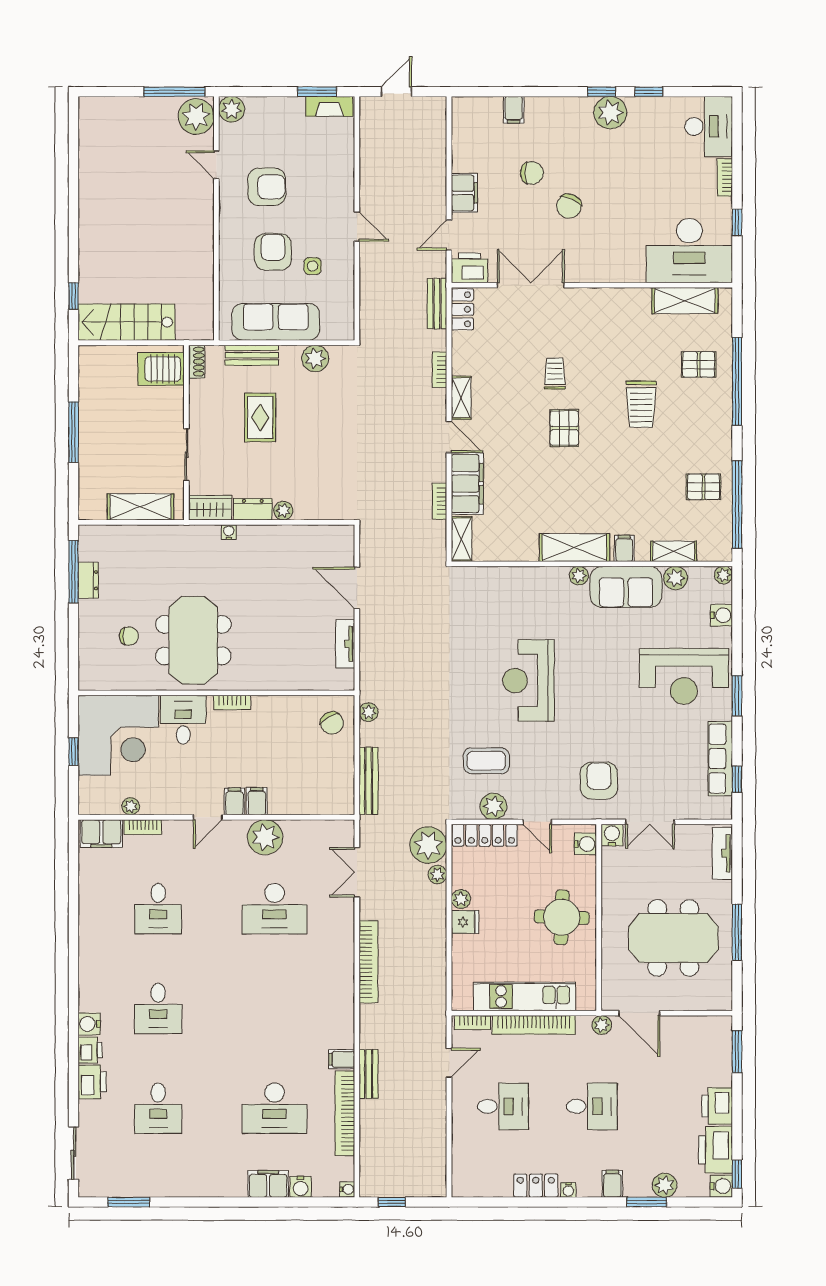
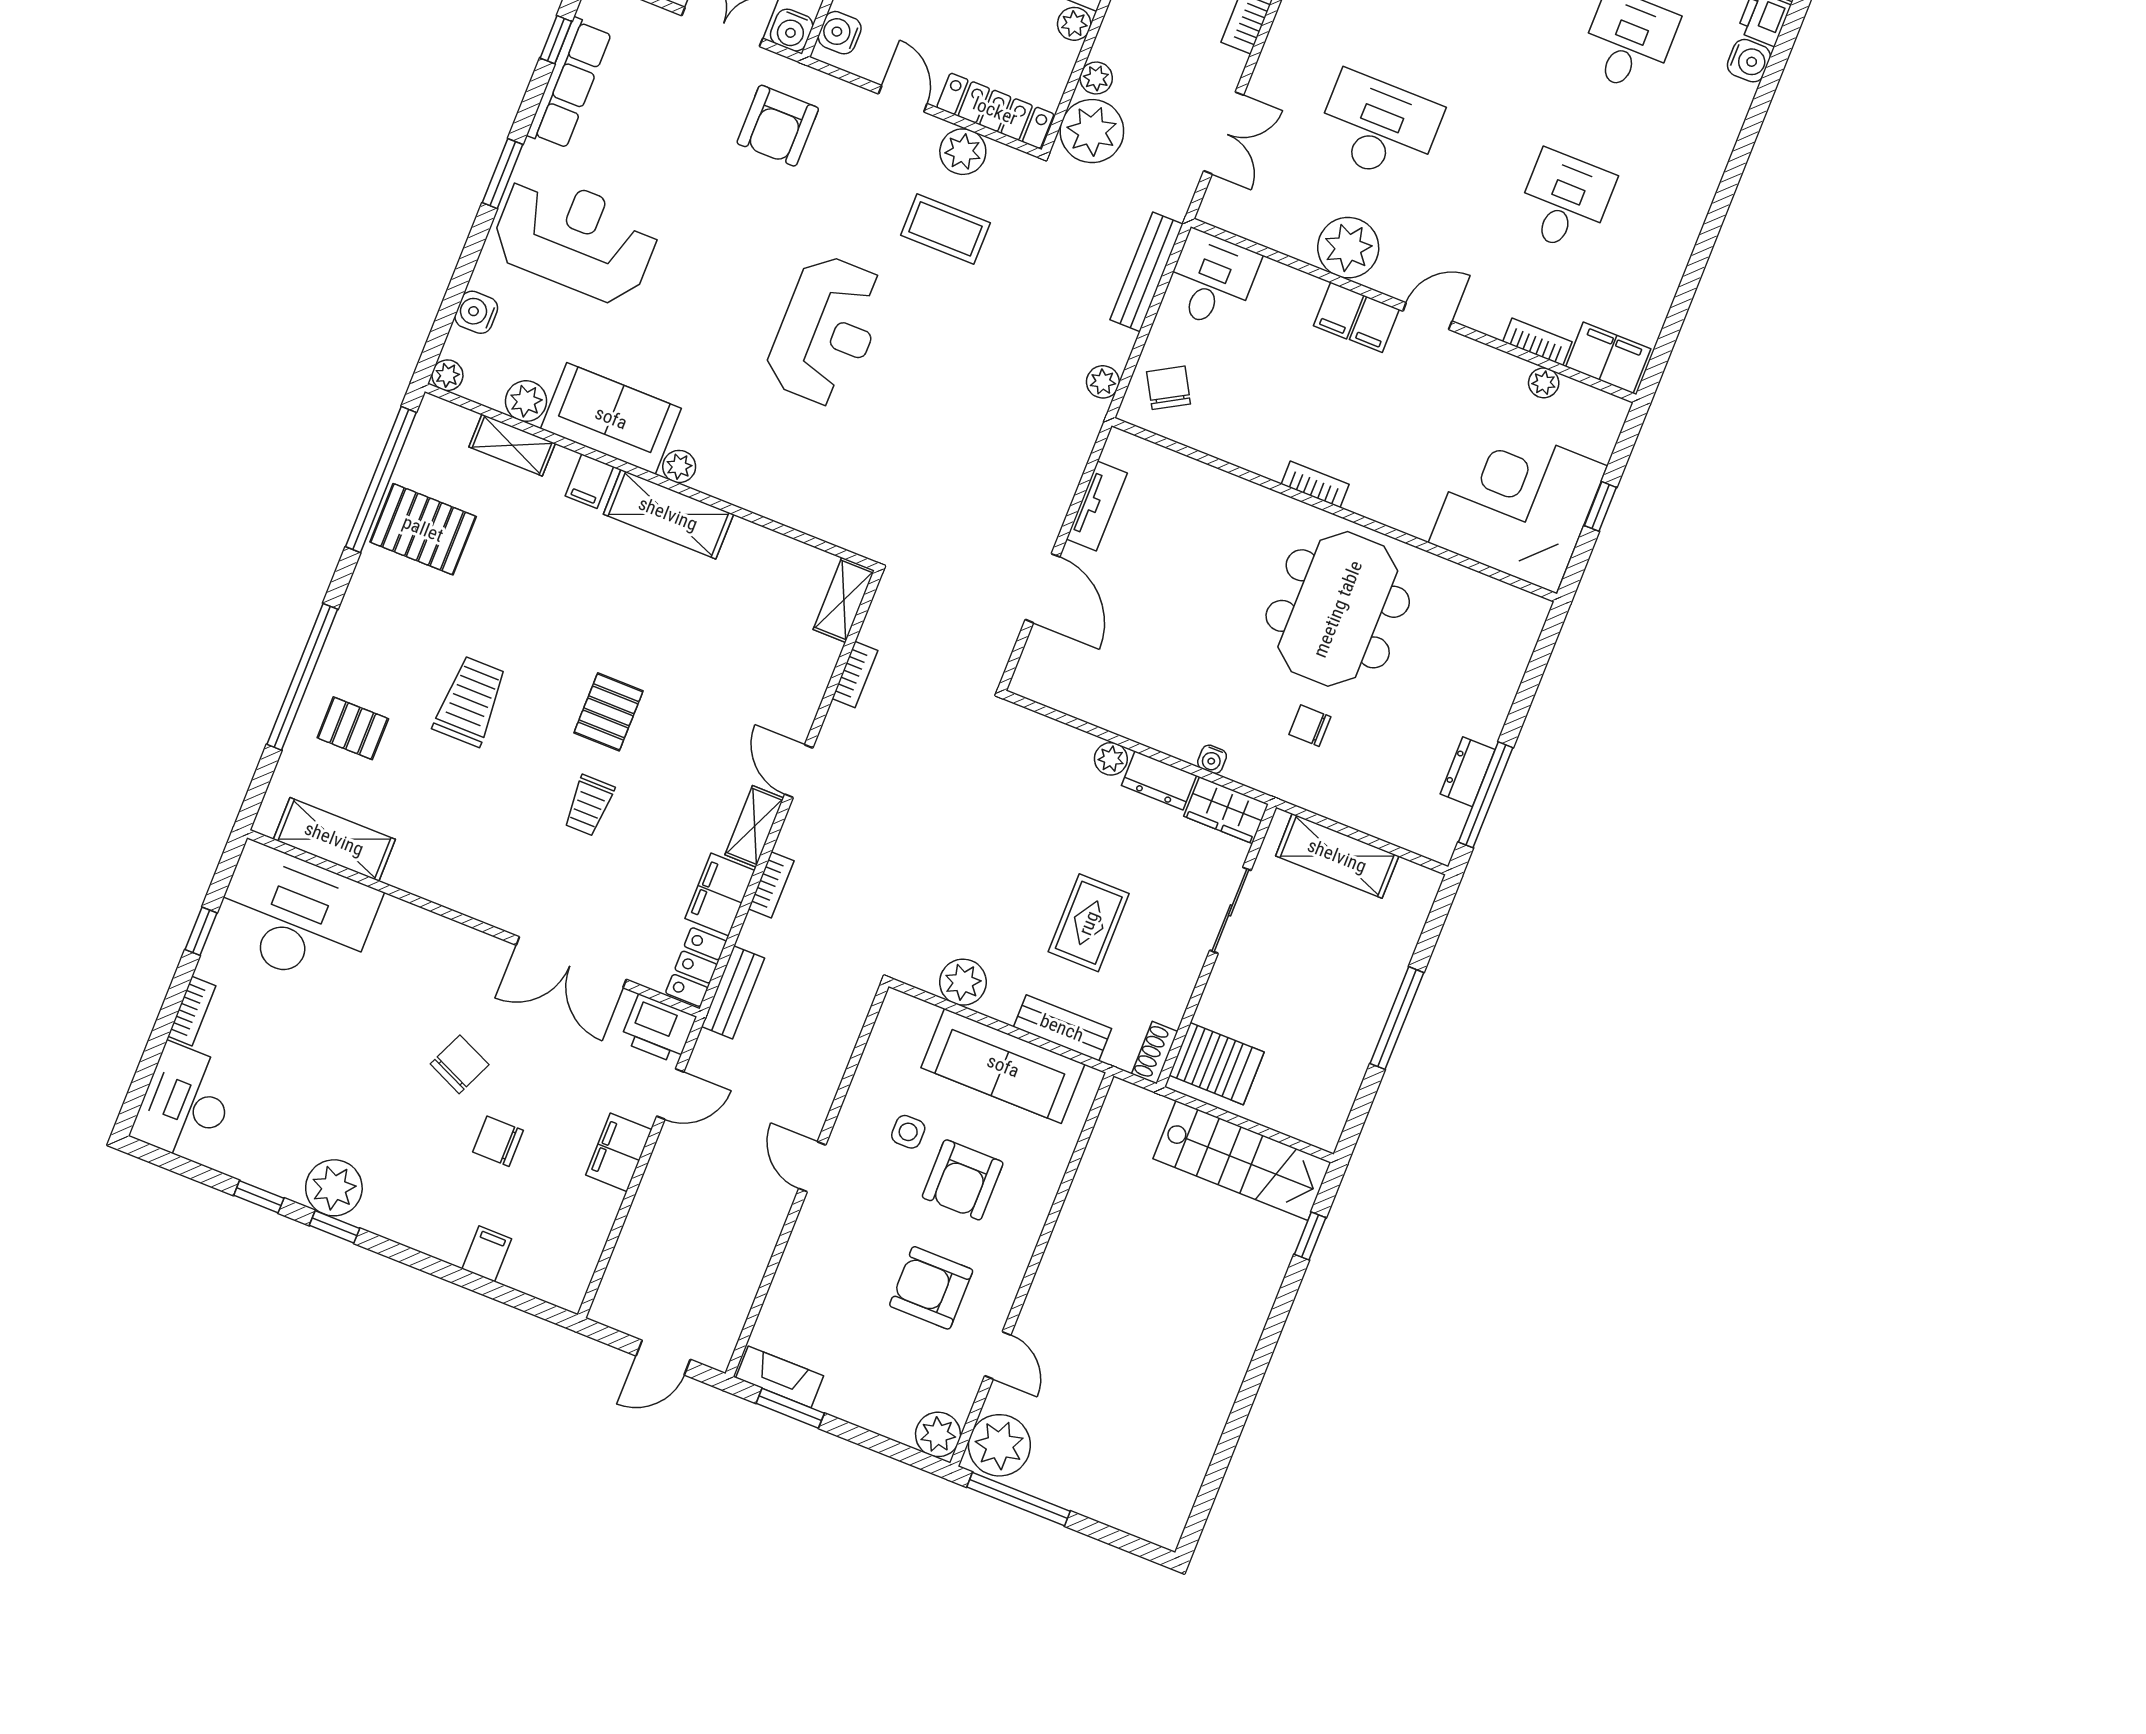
filing cabinet: (467, 484) -> (720, 894), moved, width x0.67, depth x0.86
pallet: (704, 487) -> (423, 529), width x1.50, depth x1.42
chair: (129, 636) -> (1310, 726), moved
desk: (183, 720) -> (1212, 280), moved, turned 180

